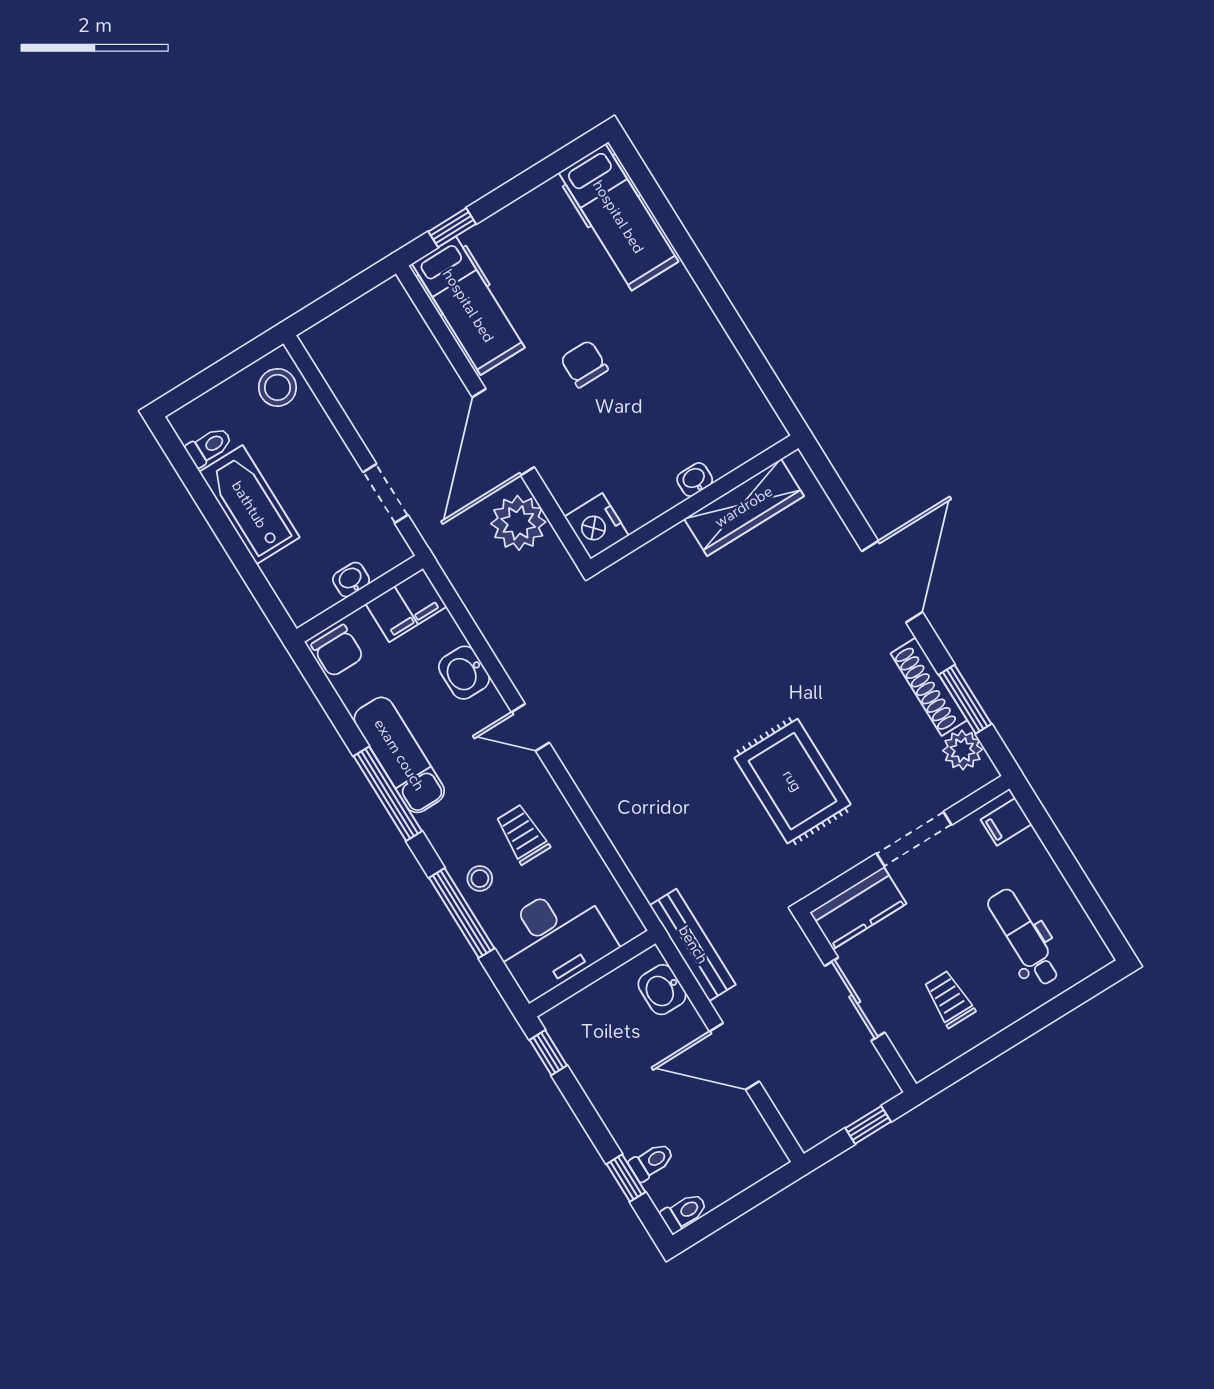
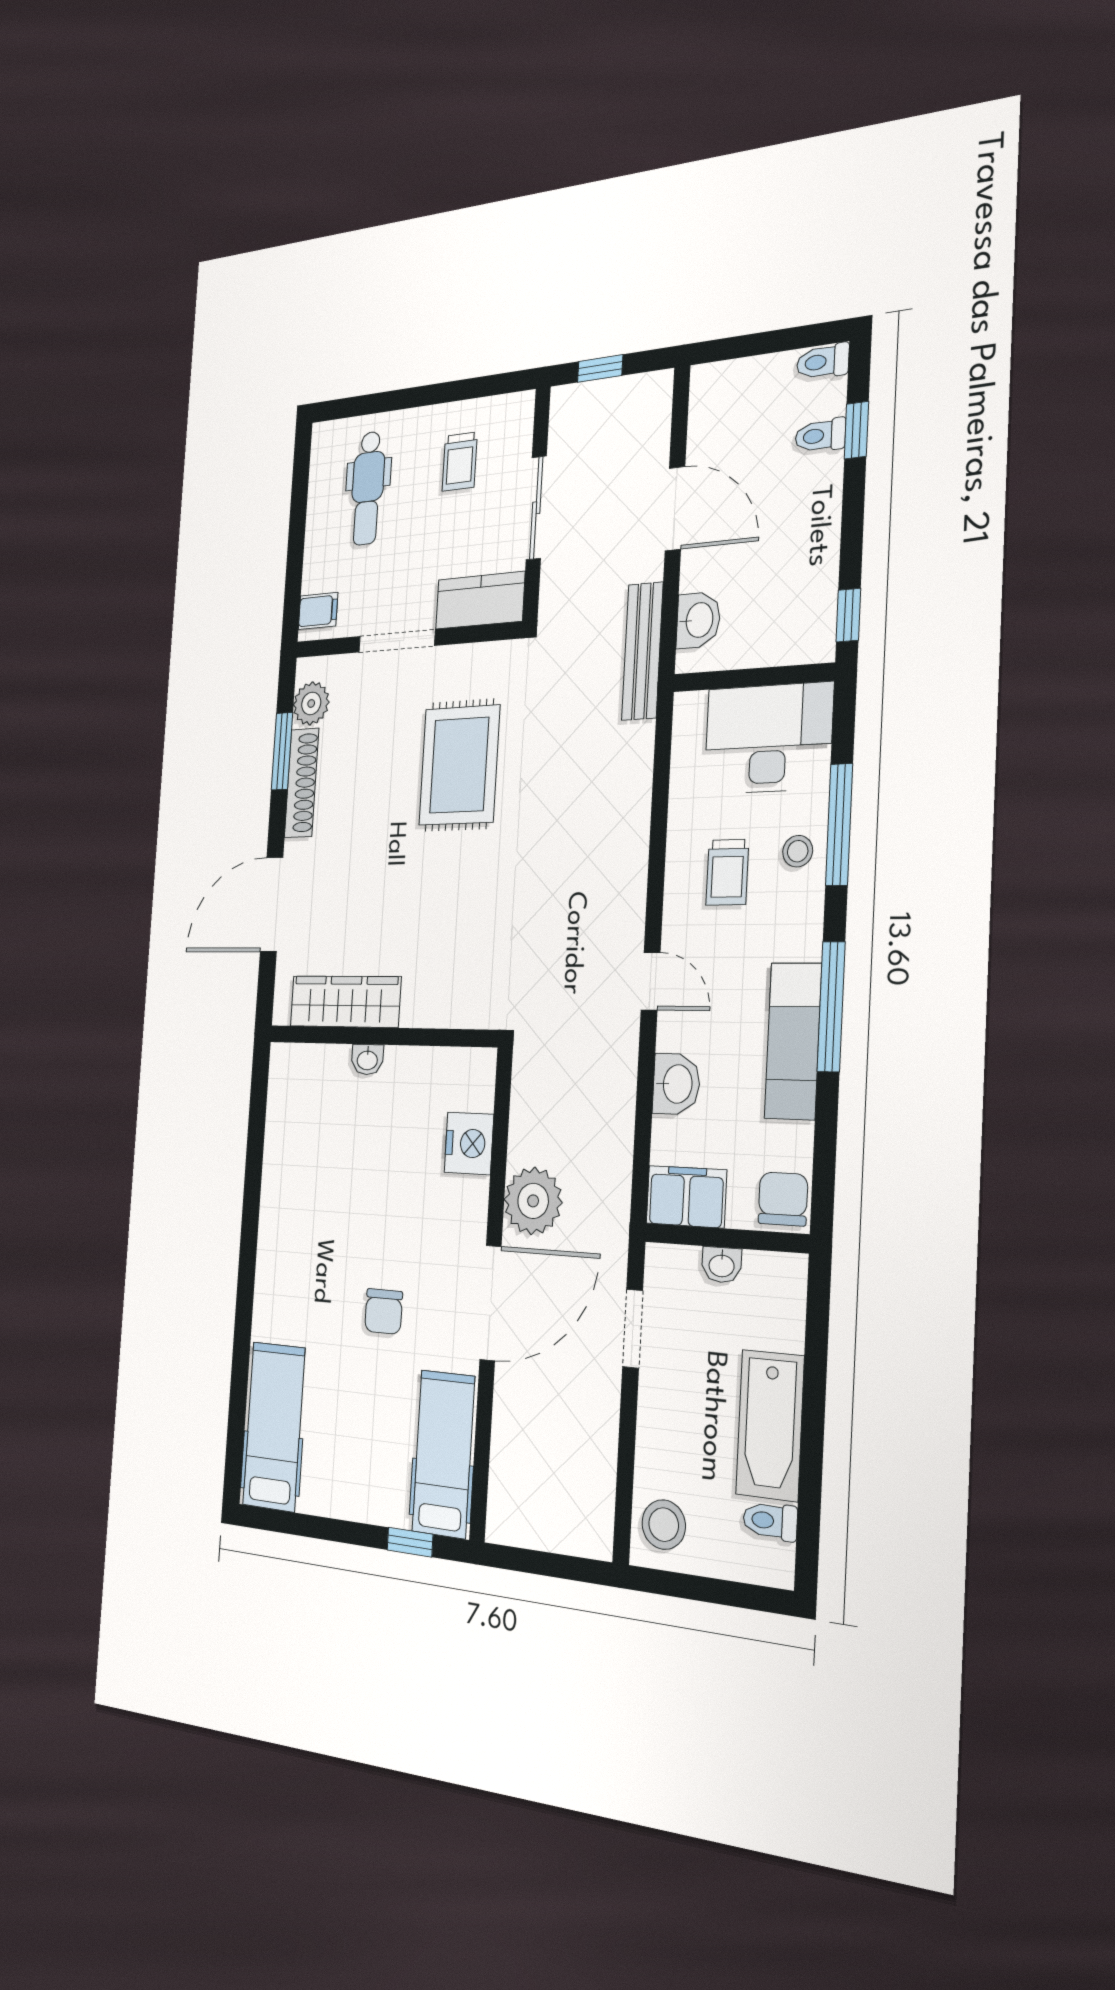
washbasin: (695, 480) -> (367, 1060), moved
wall: (695, 504) -> (381, 1036), moved
wardrobe: (744, 507) -> (345, 1002), moved

